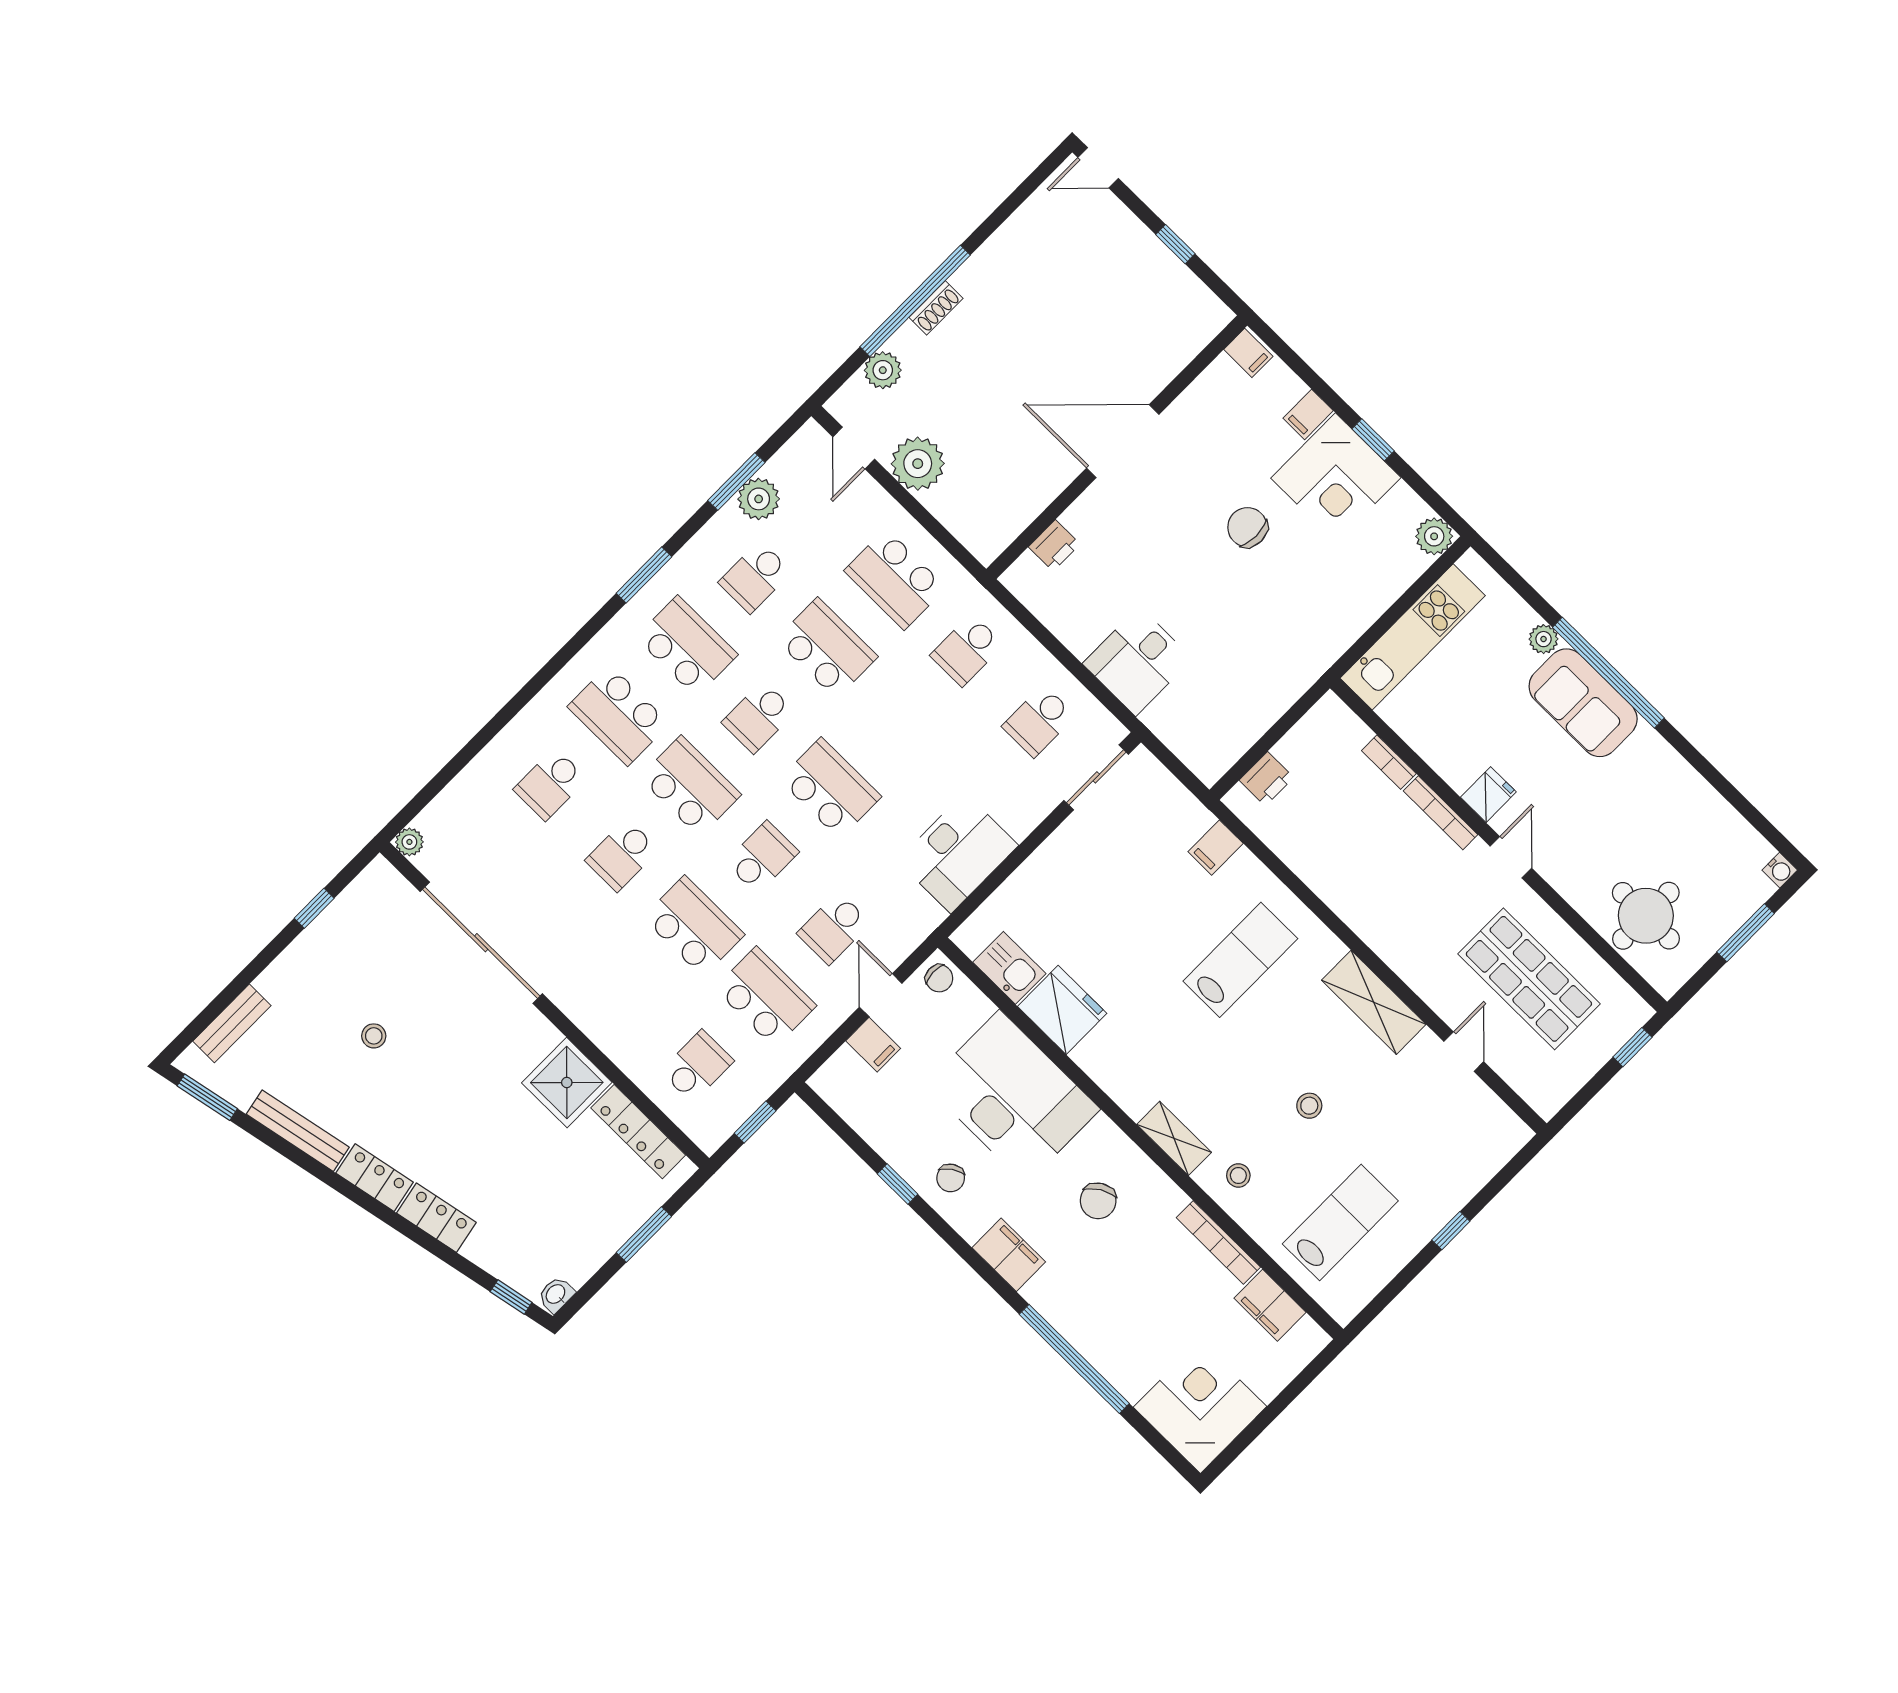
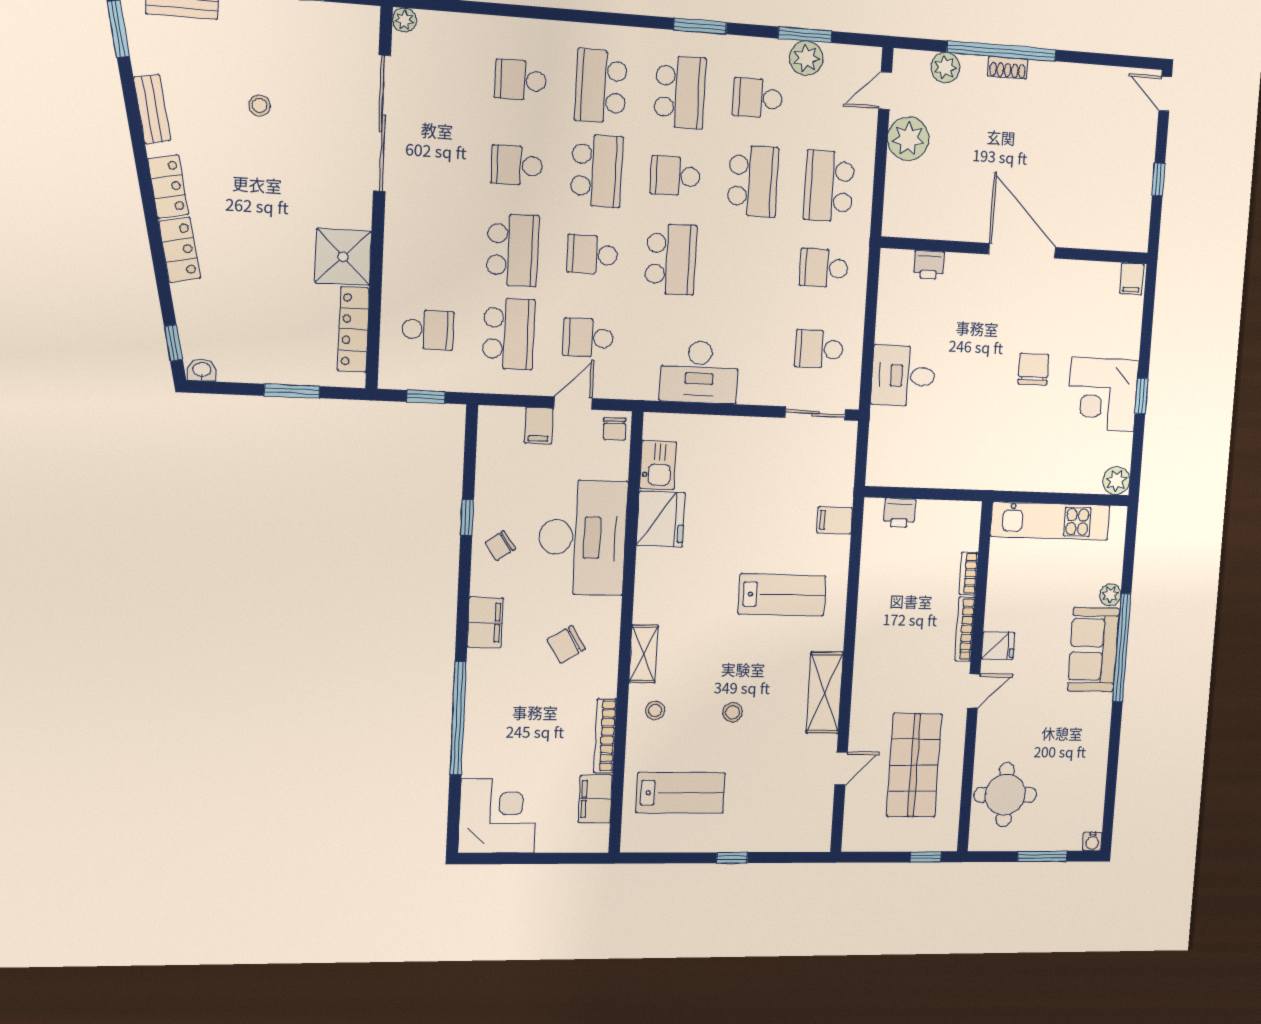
filing cabinet: (1308, 414) -> (1125, 345), removed
school desk: (762, 857) -> (592, 255), turned 180
bench: (298, 1131) -> (152, 109), width x0.73

